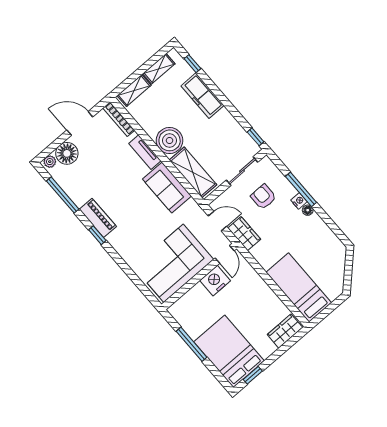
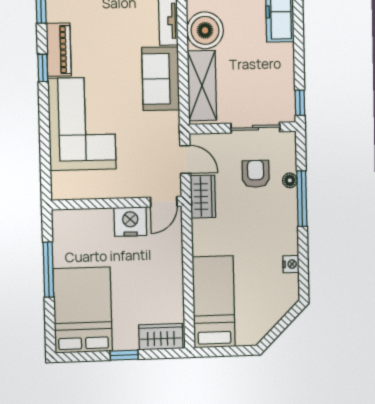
nightstand: (299, 201) -> (291, 264), moved
floor lamp: (308, 210) -> (290, 180), moved
corner sofa: (173, 263) -> (82, 124), moved, turned 90
window: (253, 375) -> (124, 355), moved

